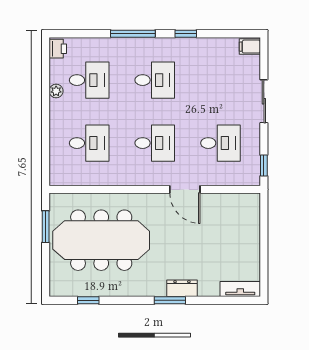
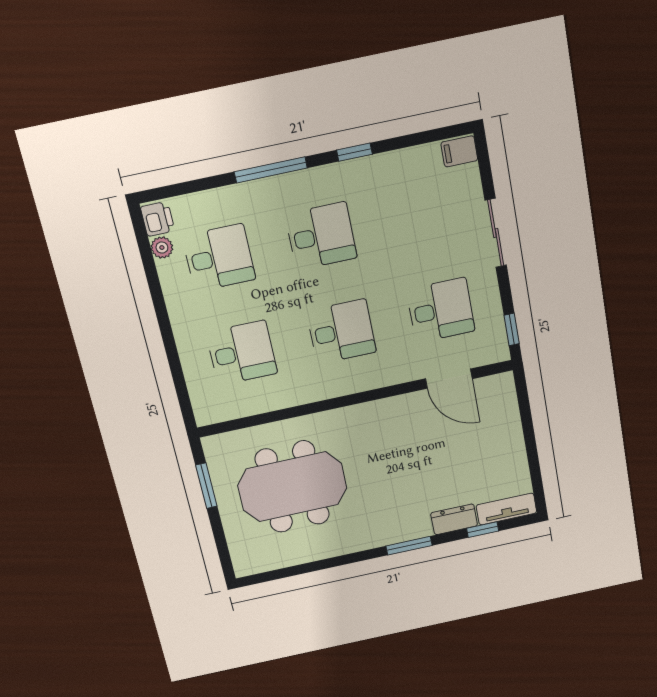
plant: (56, 91) -> (162, 248), moved
door: (185, 189) -> (449, 379), moved
meeting table: (101, 240) -> (292, 487), width x0.73
dresser: (182, 288) -> (454, 519), moved
window: (88, 300) -> (483, 530), moved

